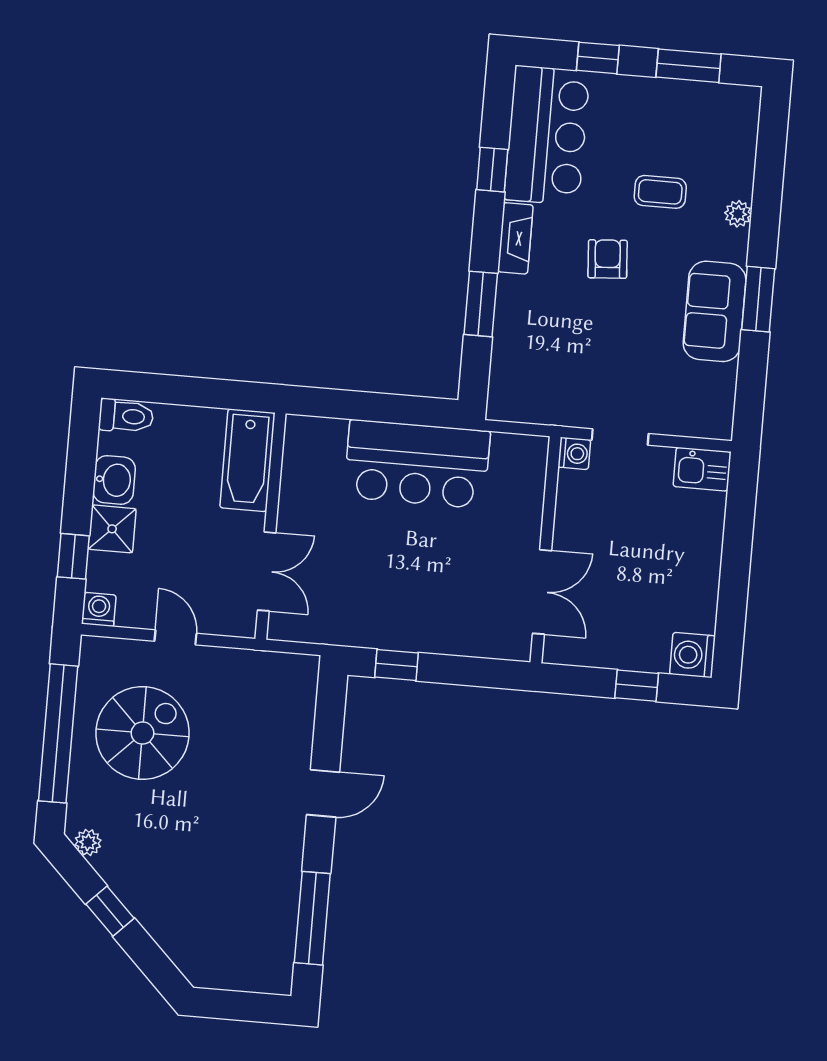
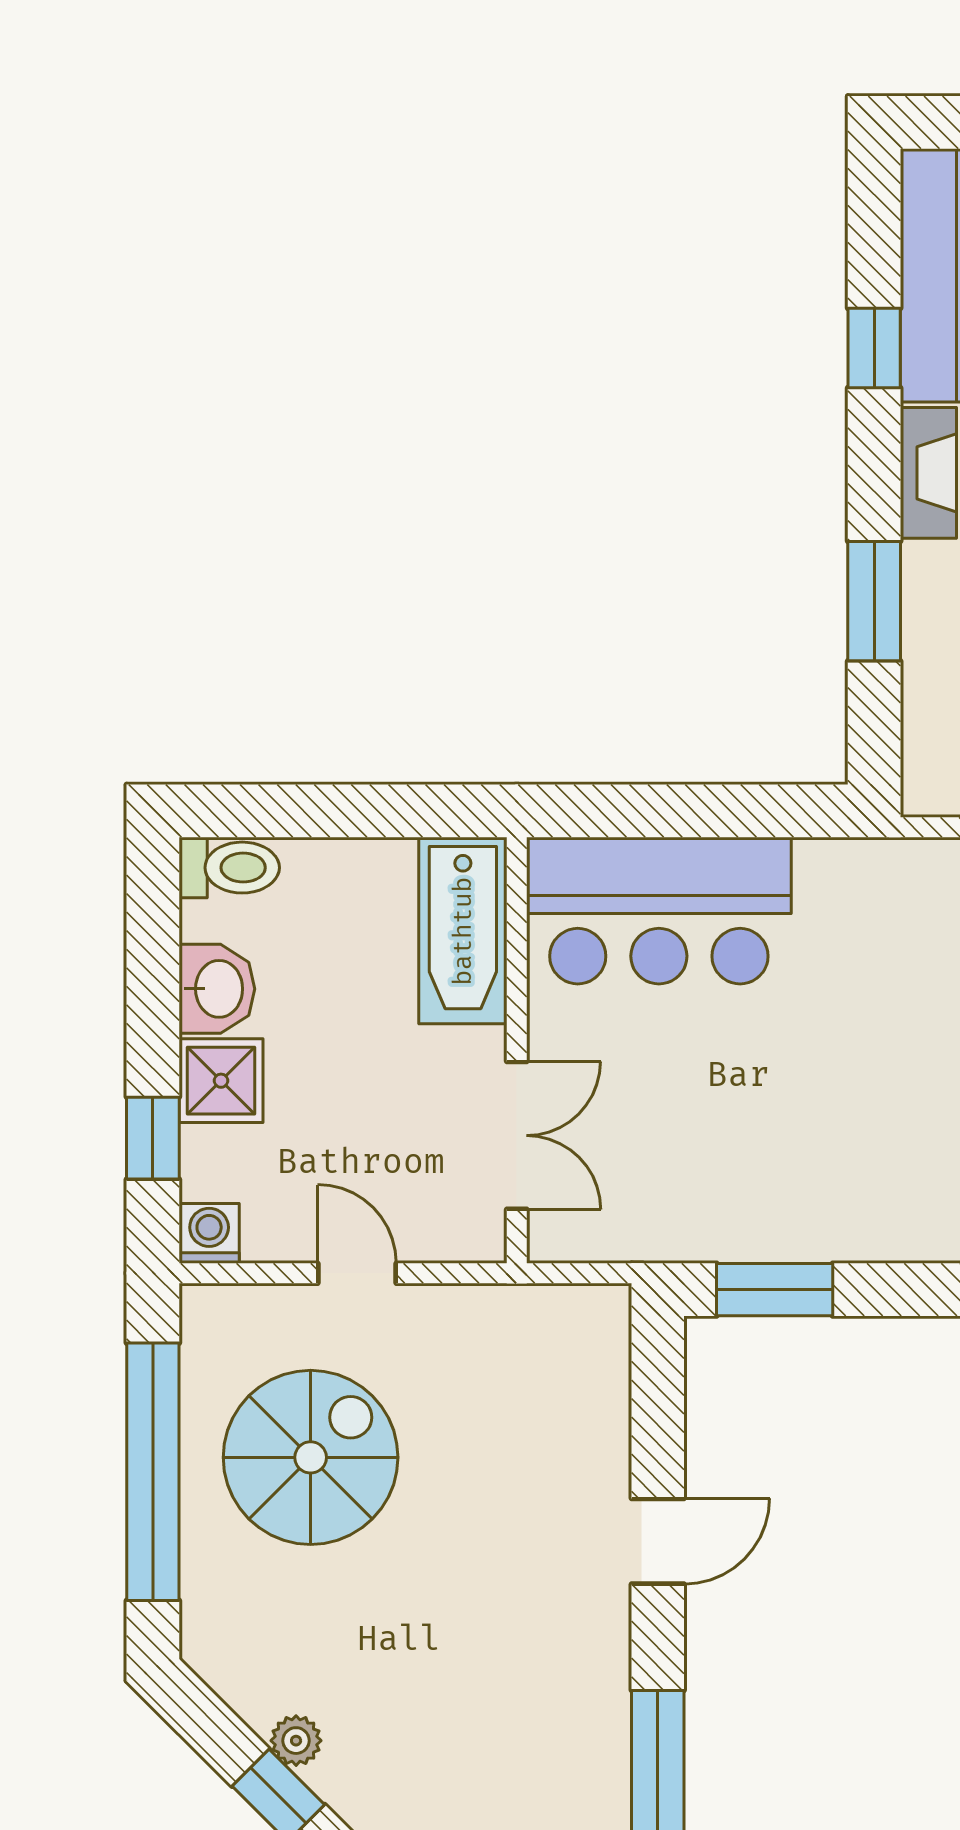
bar counter: (417, 464) -> (659, 911), moved
window: (397, 665) -> (775, 1290), width x1.50
plant: (88, 842) -> (296, 1741), moved

